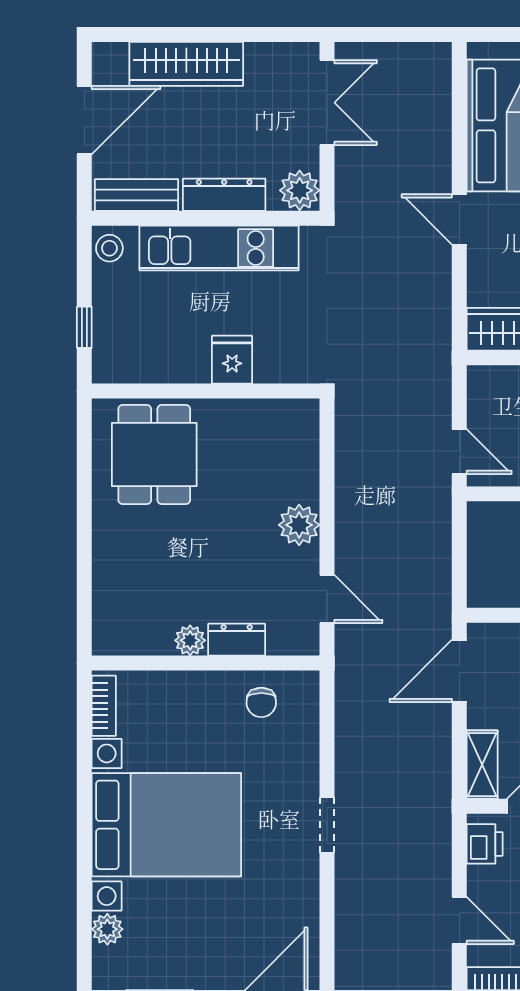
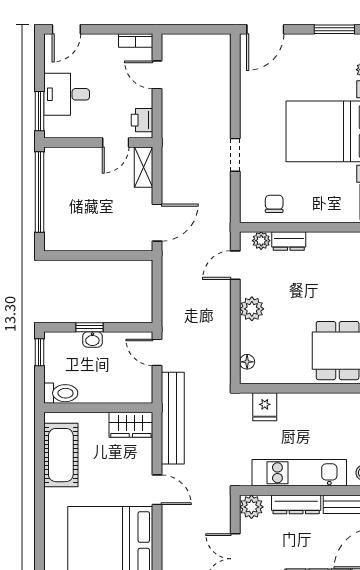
bench: (433, 340) -> (173, 418), added
fridge: (232, 360) -> (265, 407), moved
floor lamp: (307, 436) -> (247, 362), added
door: (327, 599) -> (235, 265), hinge flipped
plant: (190, 640) -> (261, 241), moved
doorway: (327, 825) -> (235, 155), moved

